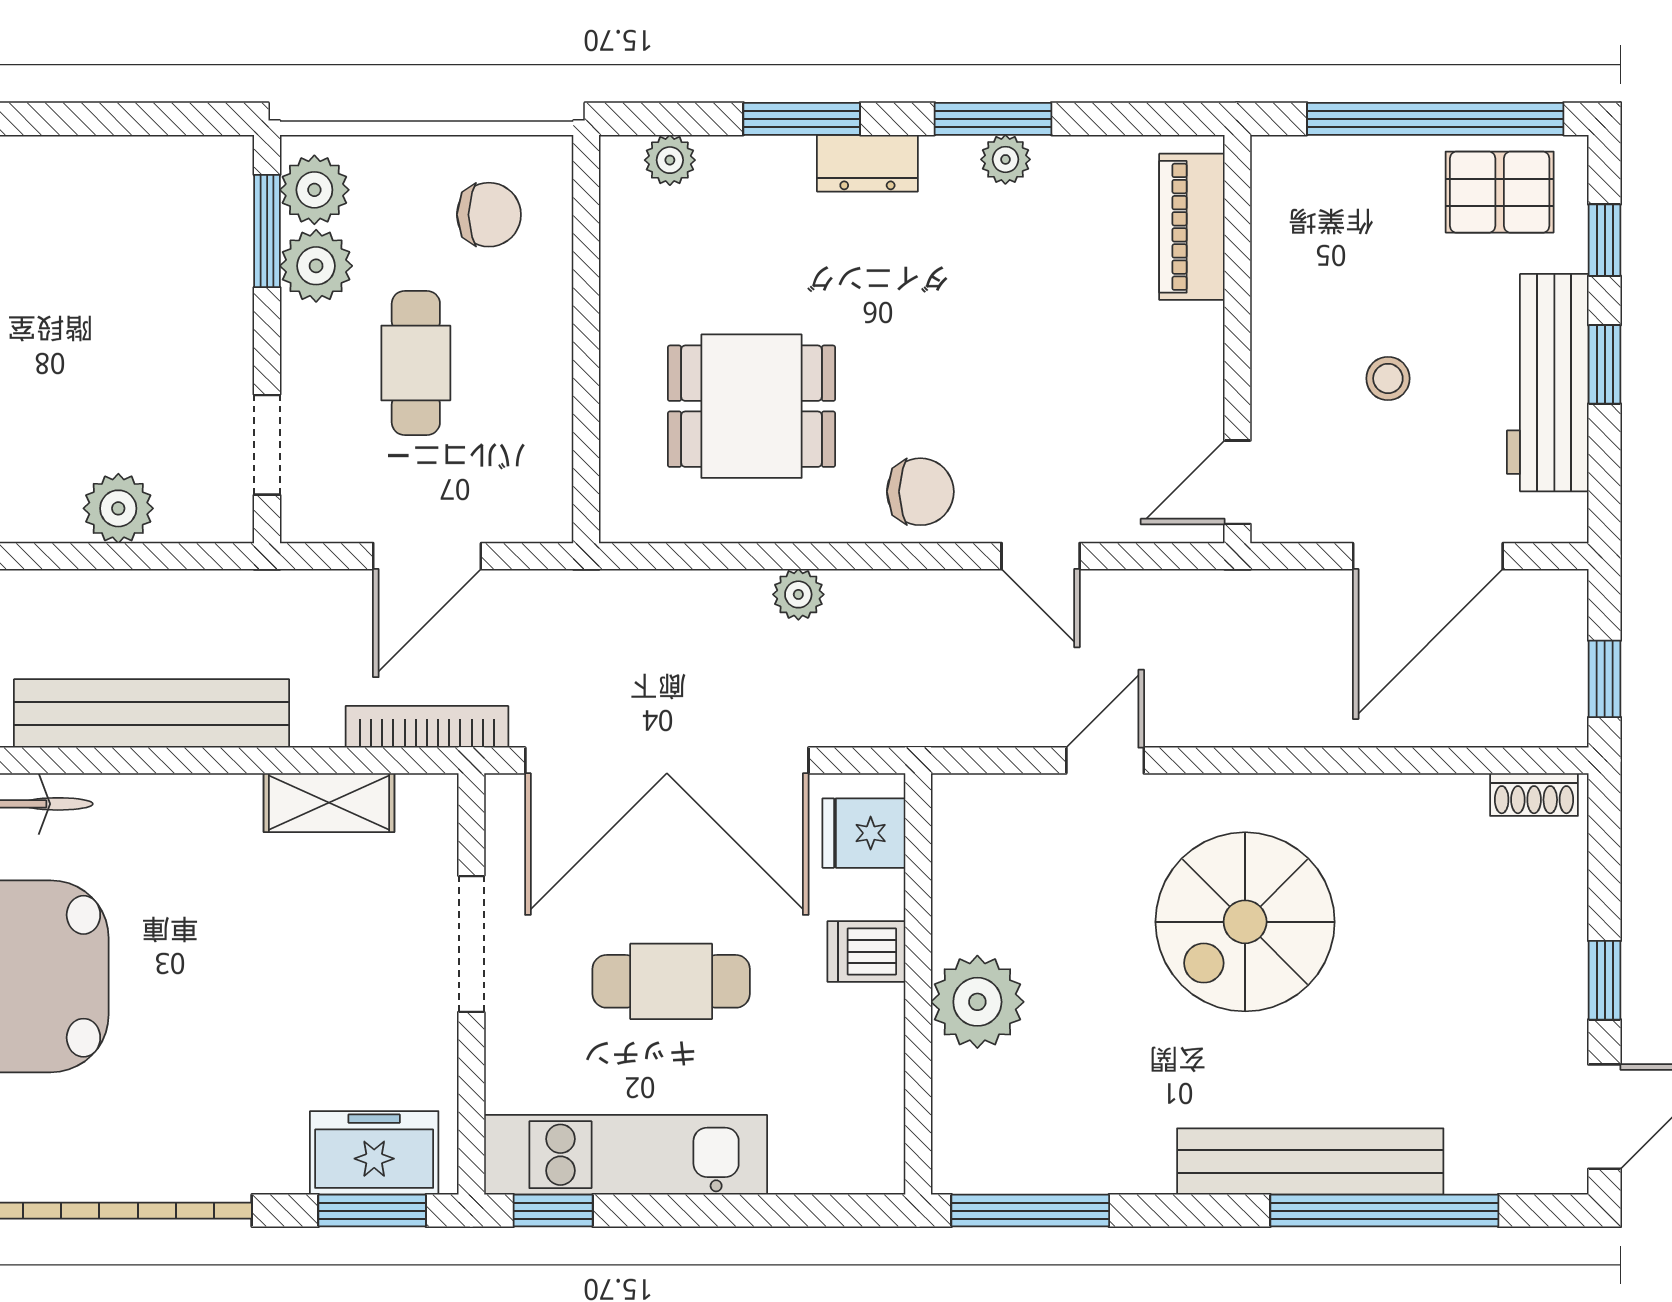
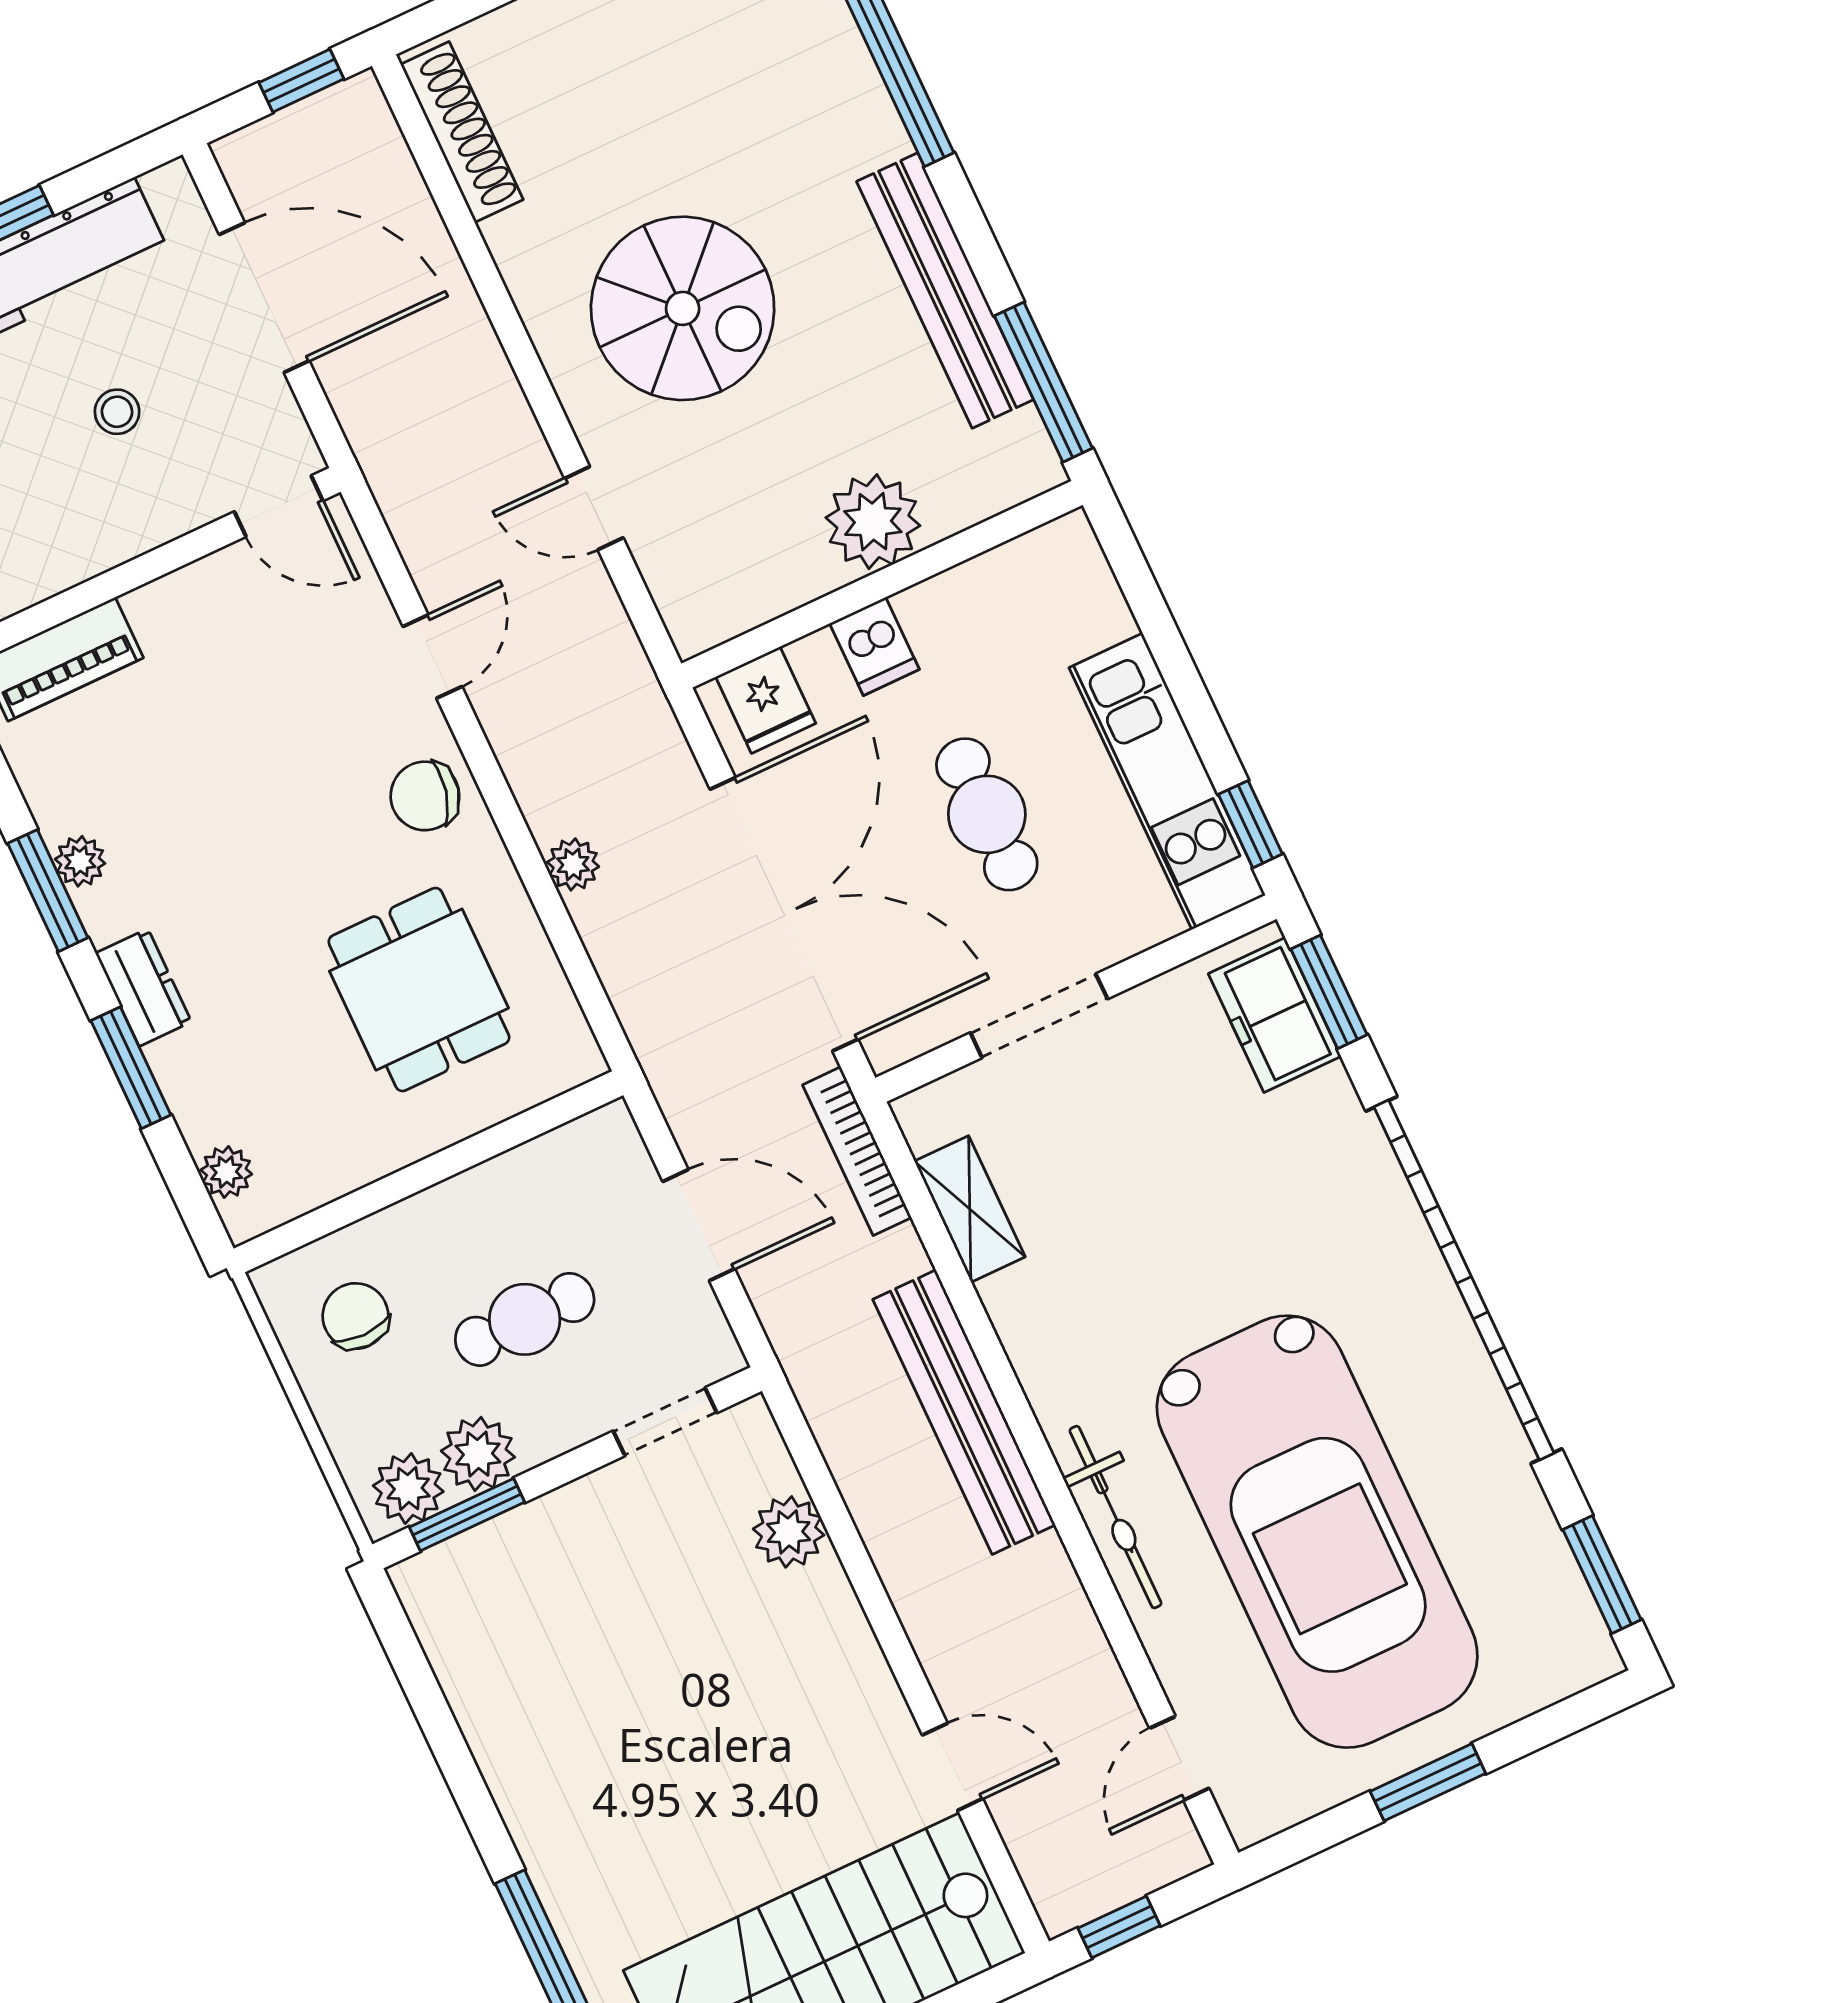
chair: (920, 492) -> (425, 796), turned -77
shoe rack: (1534, 795) -> (462, 132), width x1.94, depth x1.24
bench: (1310, 1161) -> (945, 291), moved

